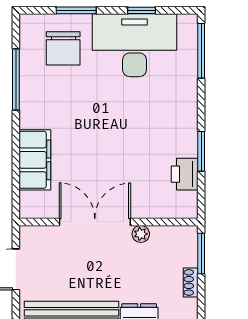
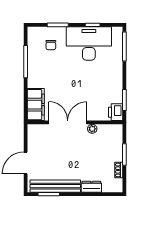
chair: (63, 48) -> (51, 45), width x0.54, depth x0.54
double door: (95, 222) -> (68, 122), moved
wall: (108, 222) -> (75, 122), moved
plant: (141, 234) -> (92, 129), moved

